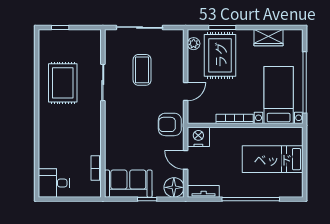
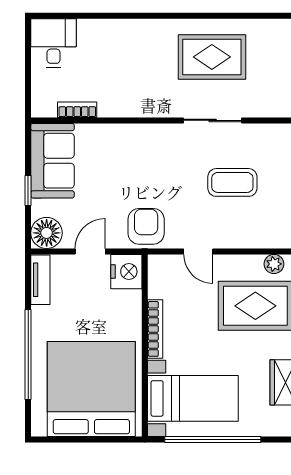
bed: (273, 159) -> (91, 389), width x2.04

